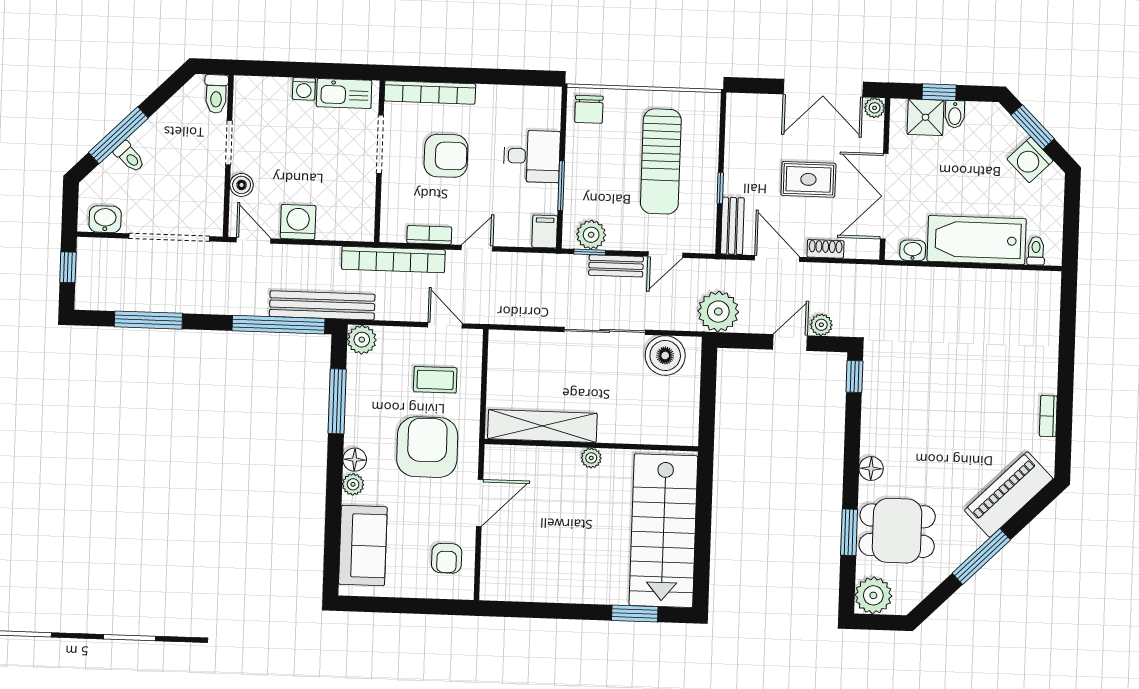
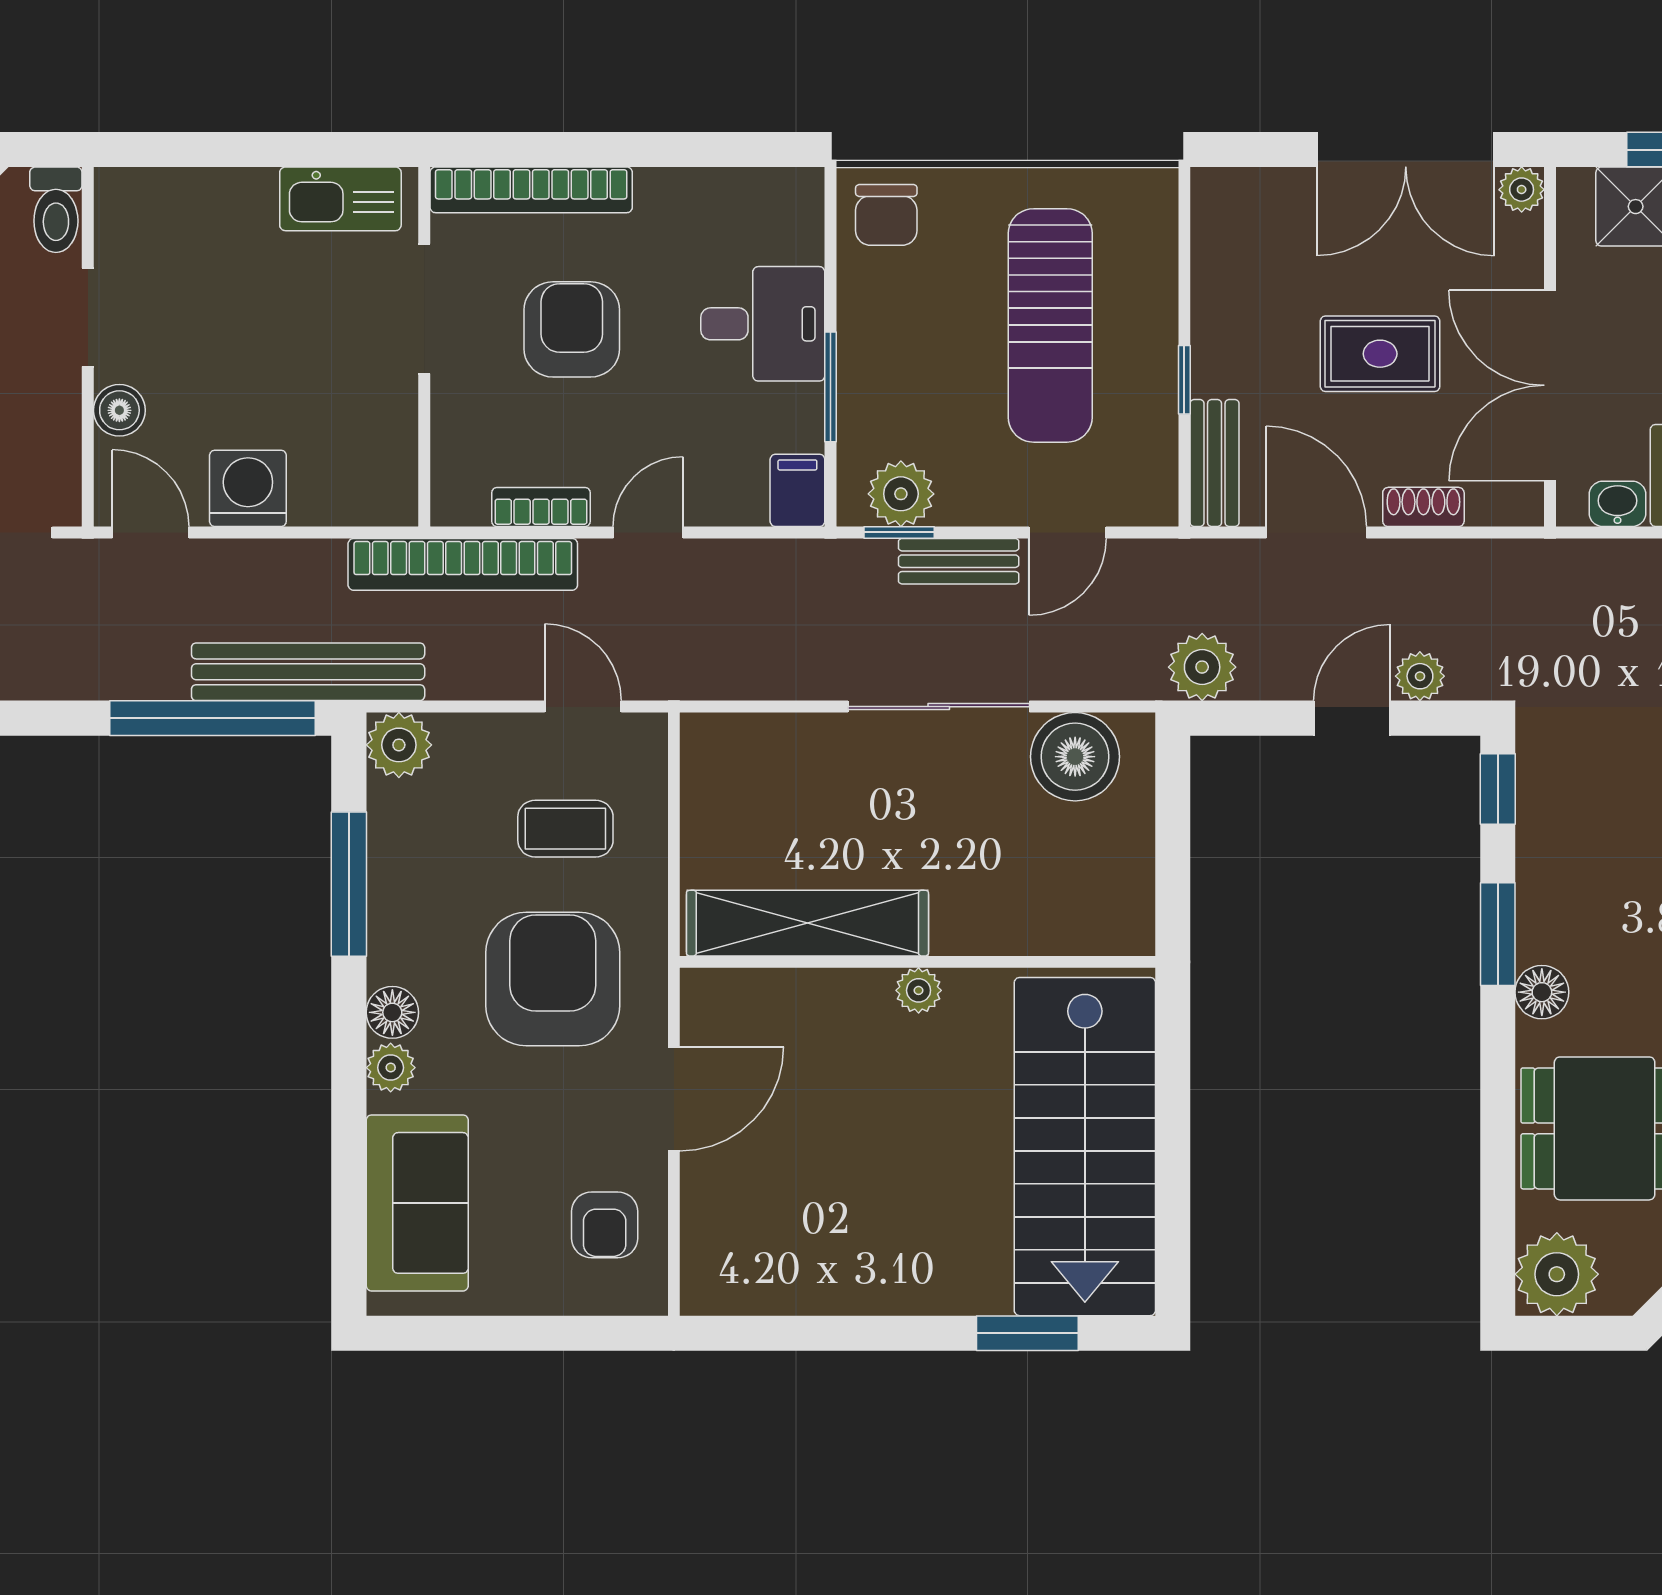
washing machine: (304, 89) -> (251, 192), removed
armchair: (446, 156) -> (572, 329), turned -90
plant: (718, 312) -> (1202, 667), width x0.73, depth x0.73
window: (849, 532) -> (1498, 934), moved

